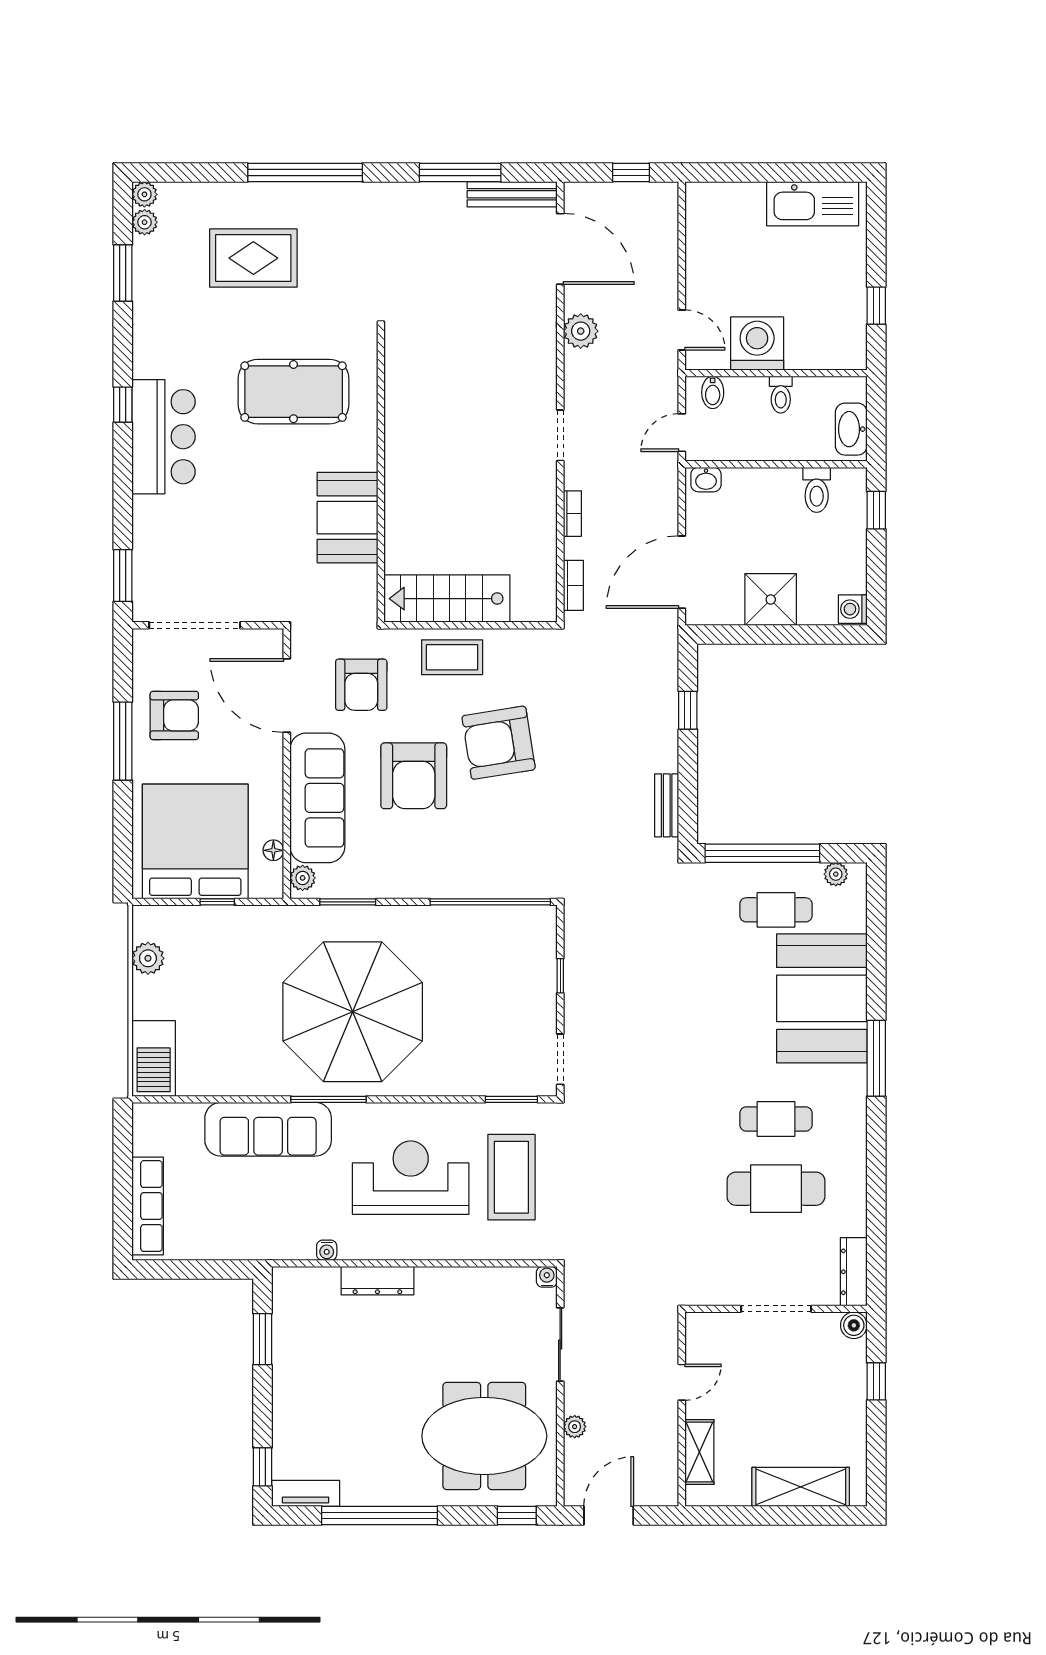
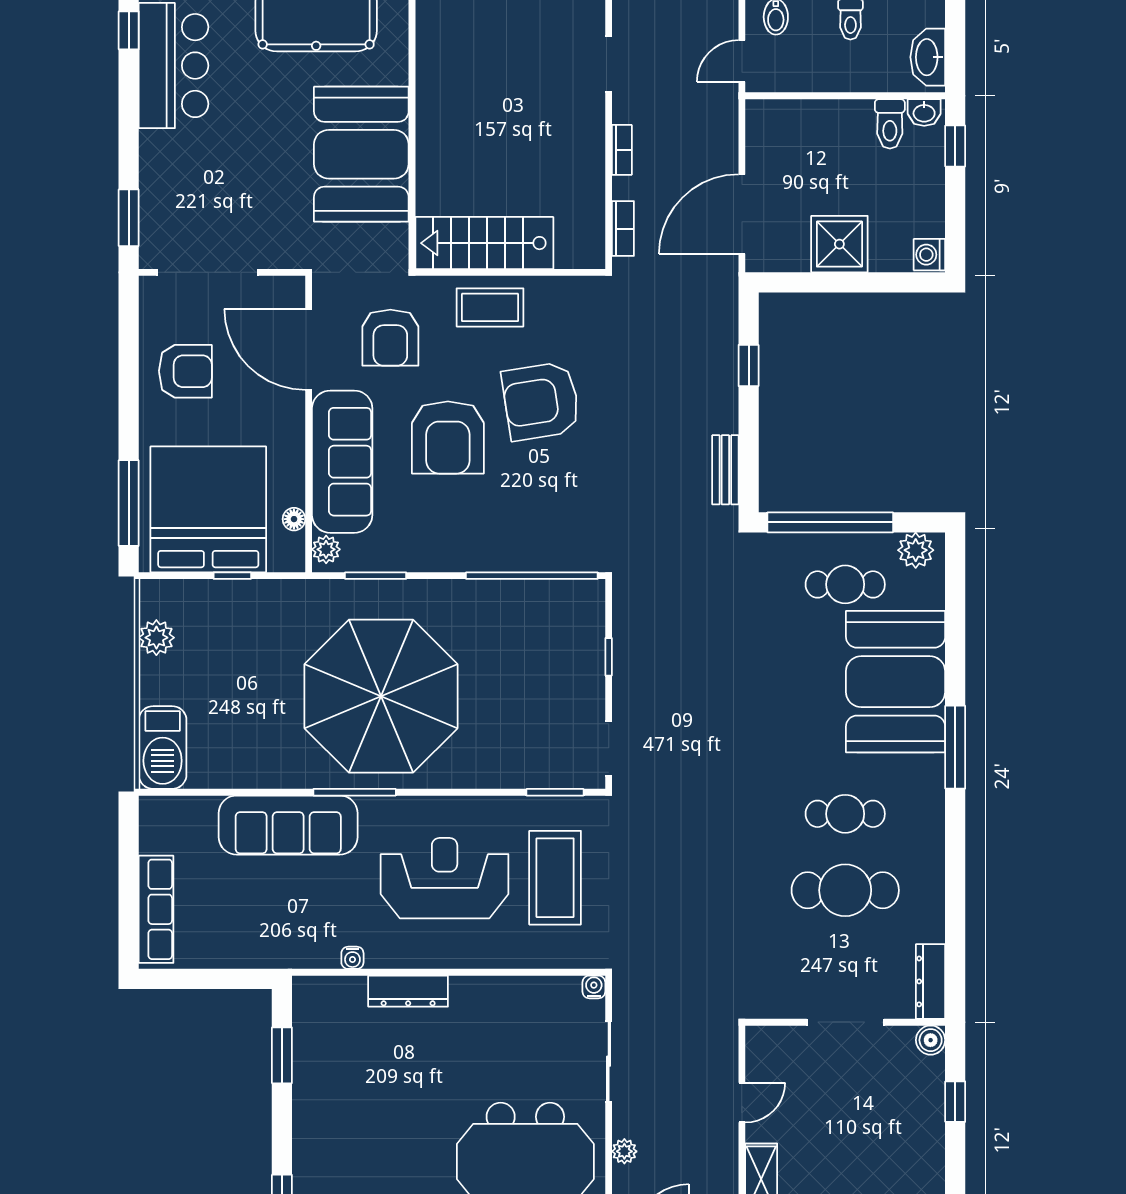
washbasin: (706, 480) -> (924, 112), moved
booth: (348, 518) -> (361, 154), width x1.36, depth x1.42
window: (123, 741) -> (129, 503), moved
plant: (836, 874) -> (916, 550), width x1.38, depth x1.38

